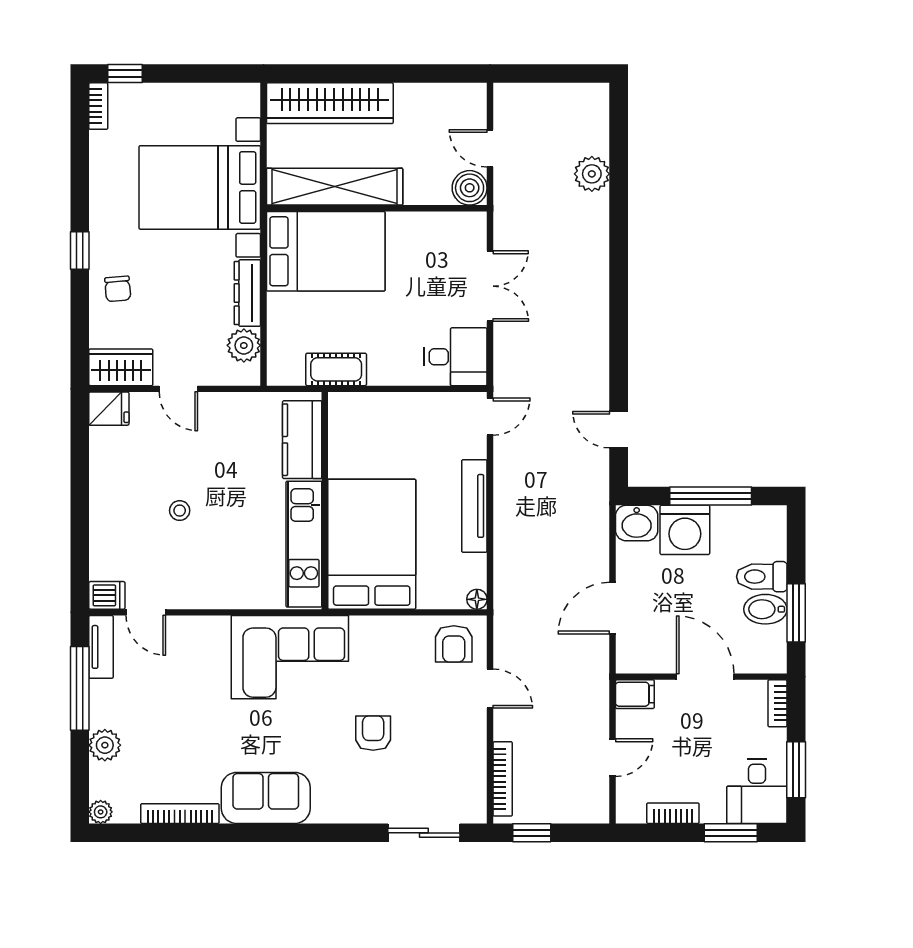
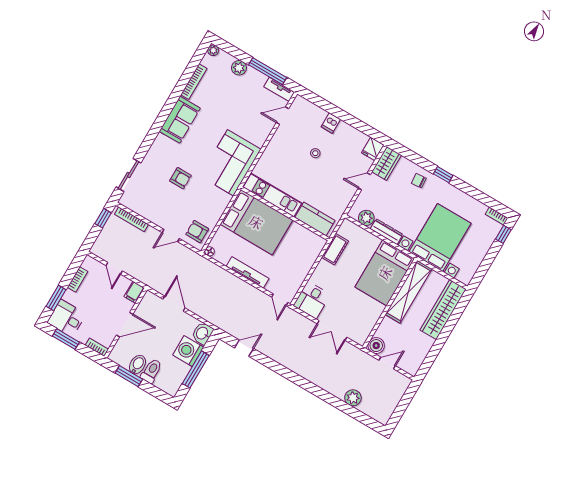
dishwasher: (107, 595) -> (331, 123), moved

